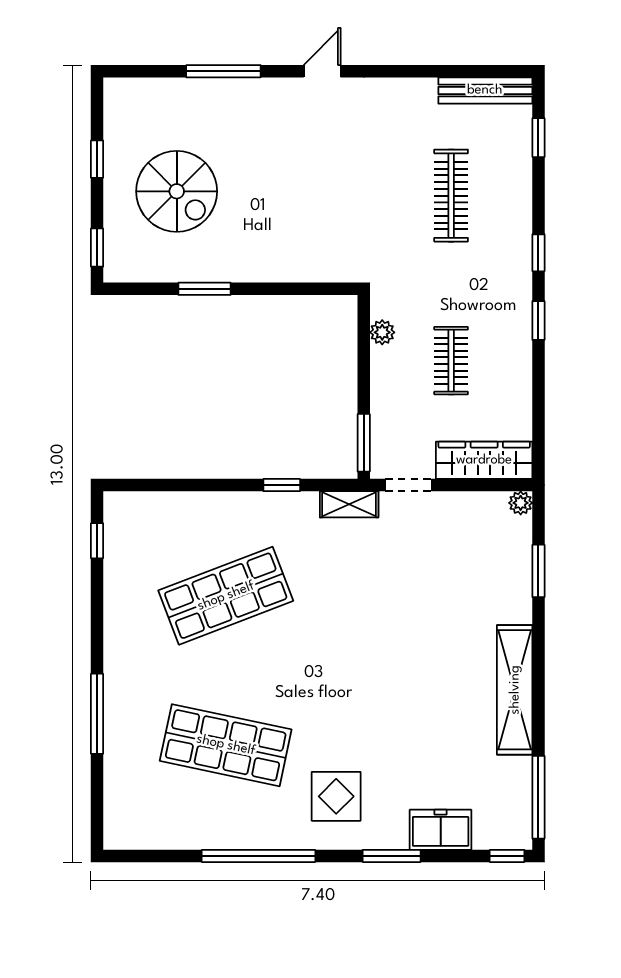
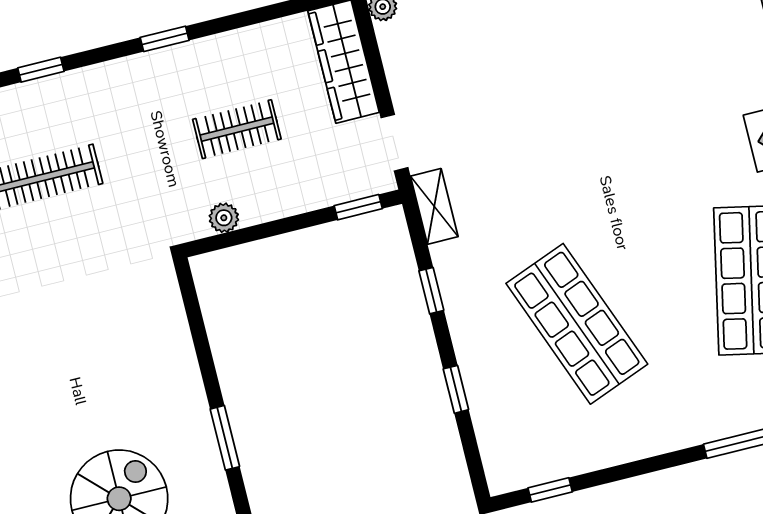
window: (538, 253) -> (41, 70), moved
window: (364, 443) -> (358, 207), width x0.67
window: (197, 485) -> (456, 389), added

